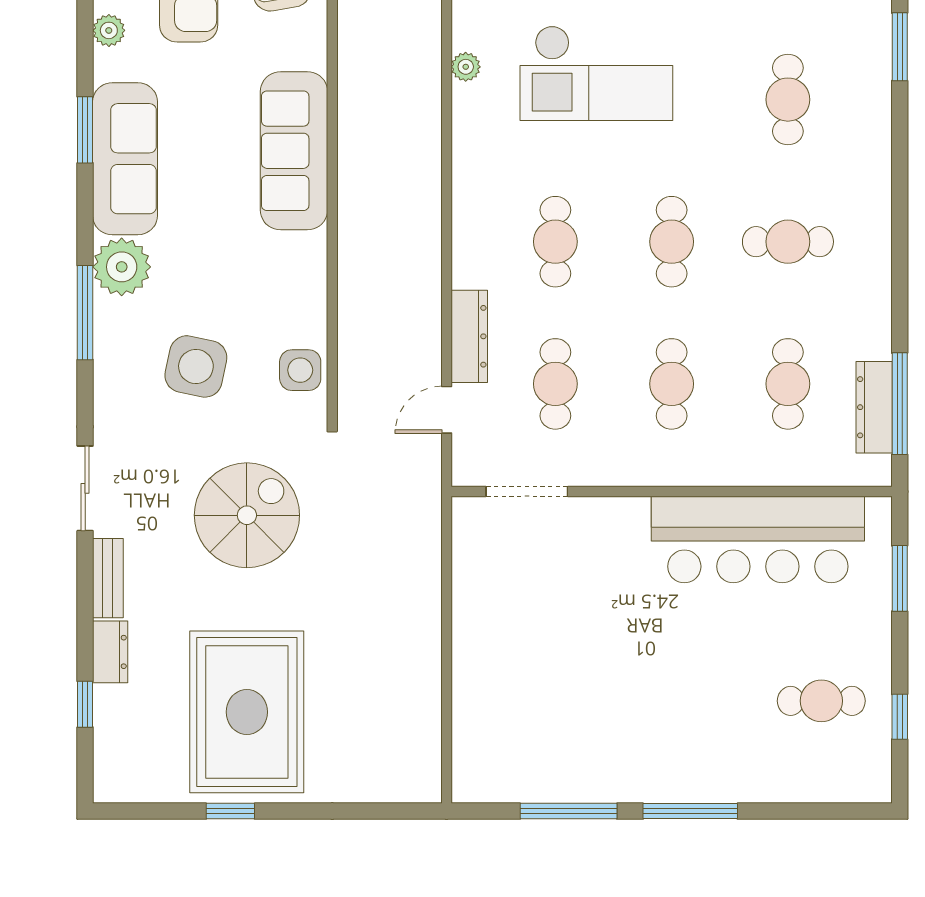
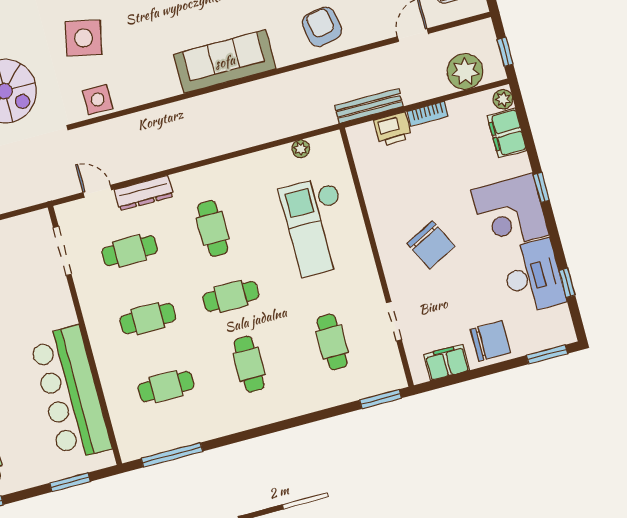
cafe table: (788, 100) -> (332, 342), turned 90
cafe table: (555, 242) -> (213, 228), turned 90
dresser: (874, 407) -> (166, 441), removed

